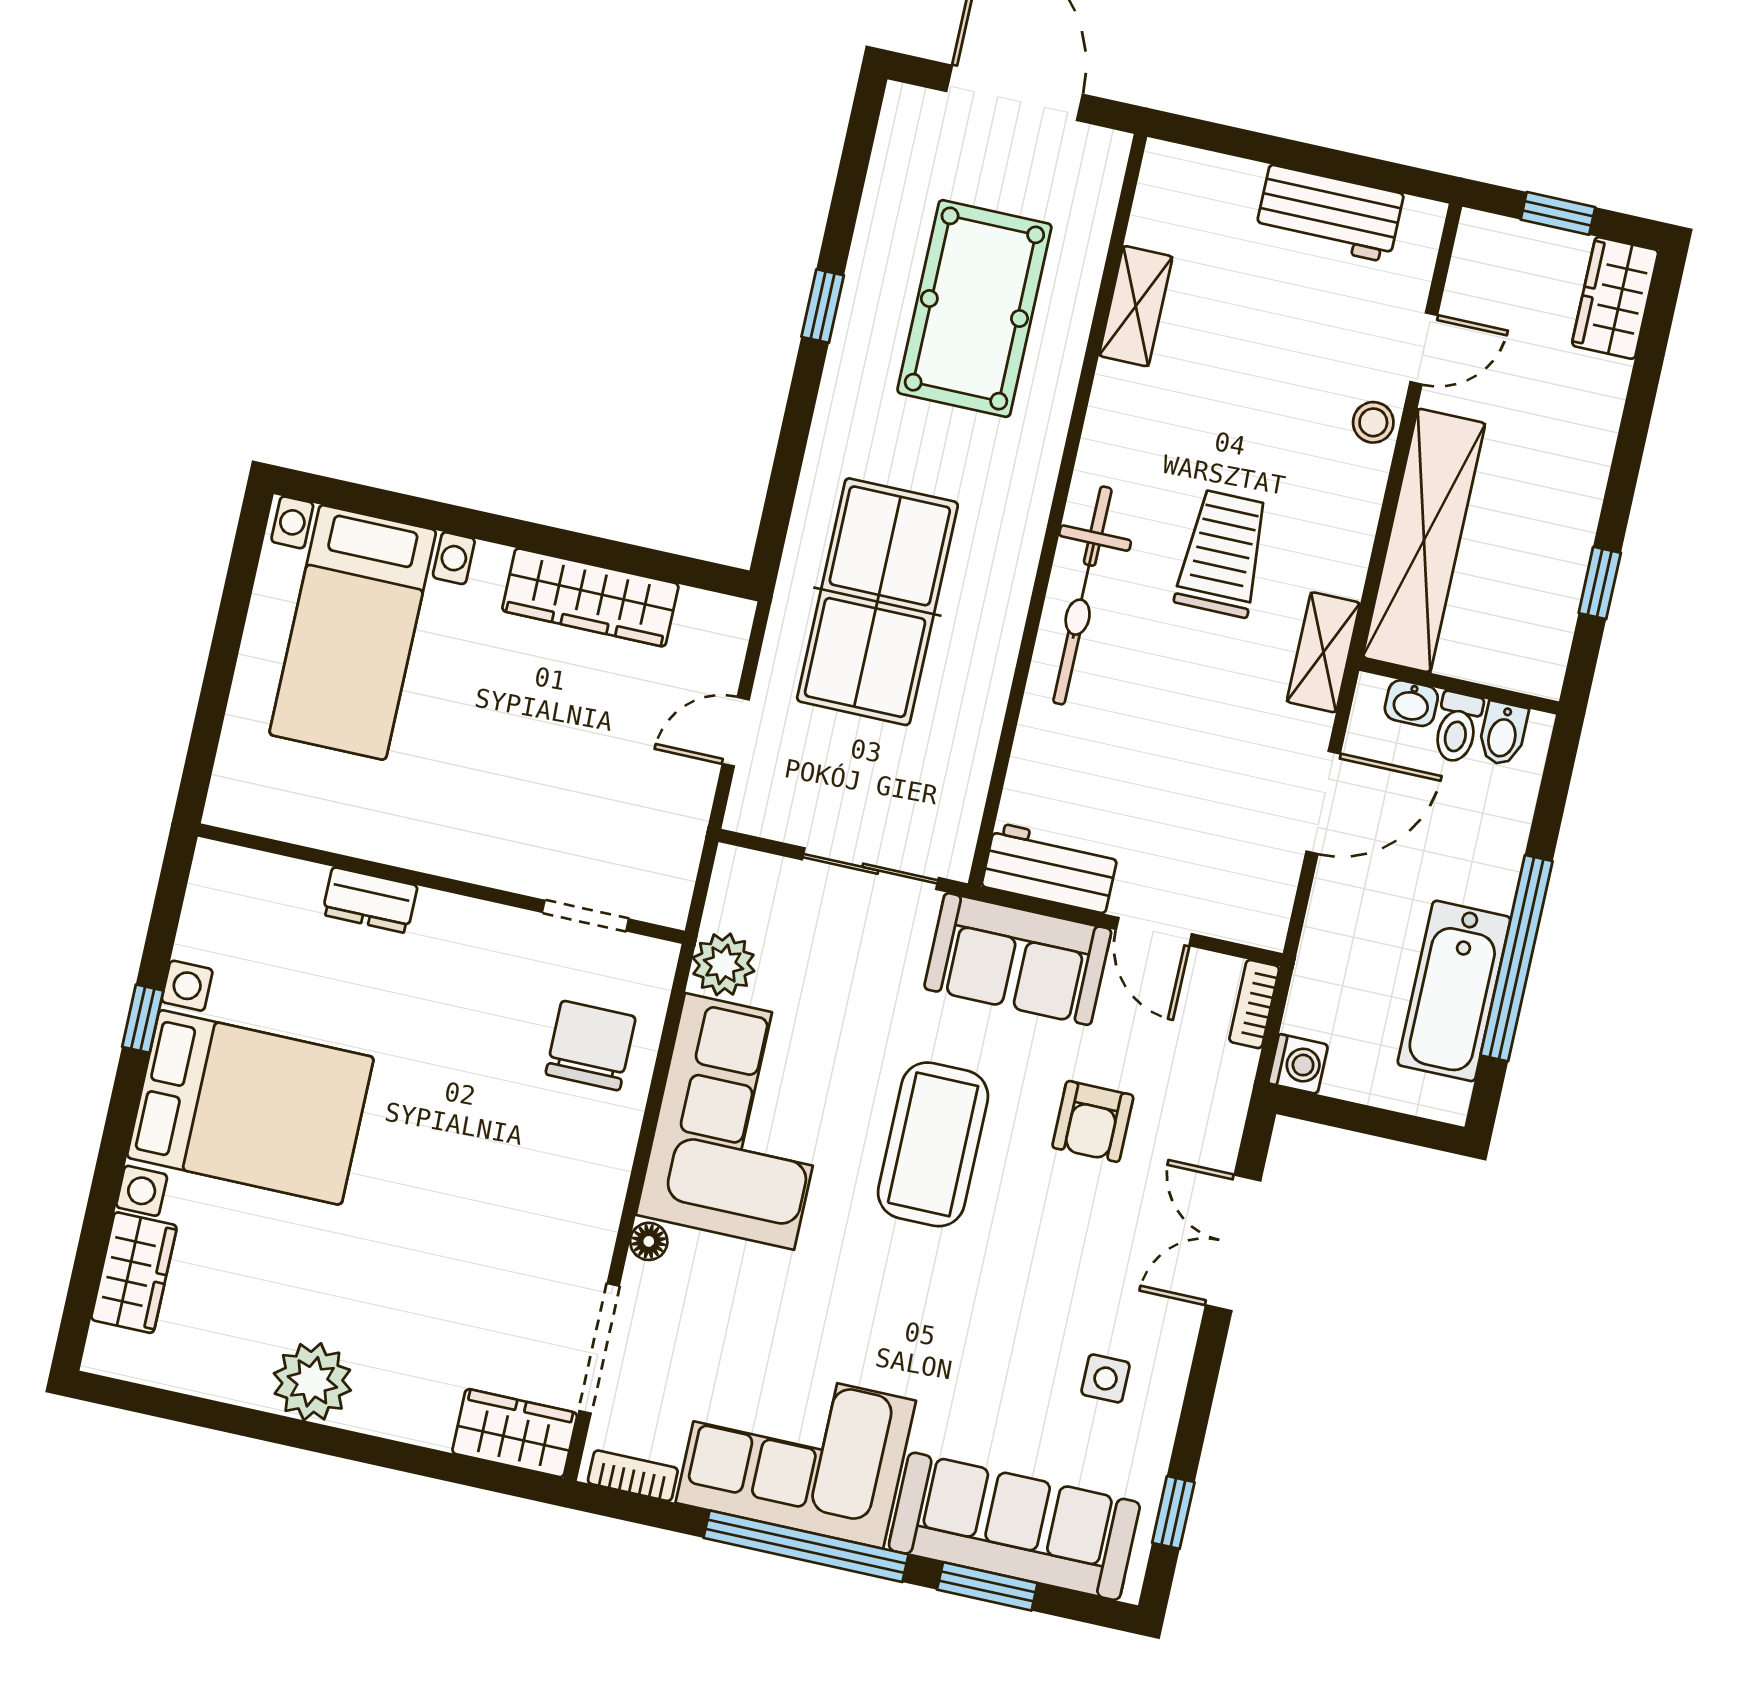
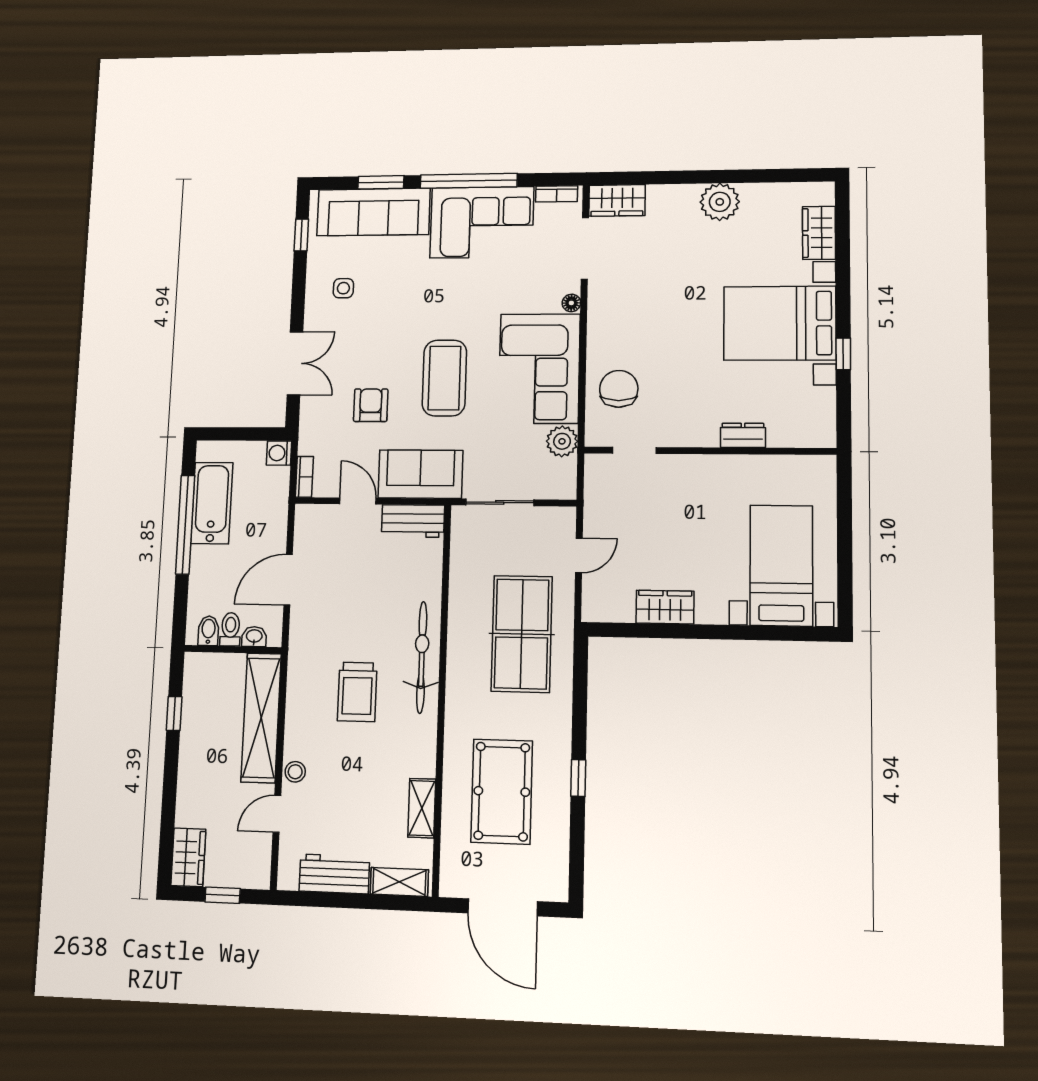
wardrobe: (590, 597) -> (665, 607), width x0.67
shelving: (1323, 652) -> (399, 882), moved, turned 90
chair: (591, 1046) -> (619, 389), turned 180

